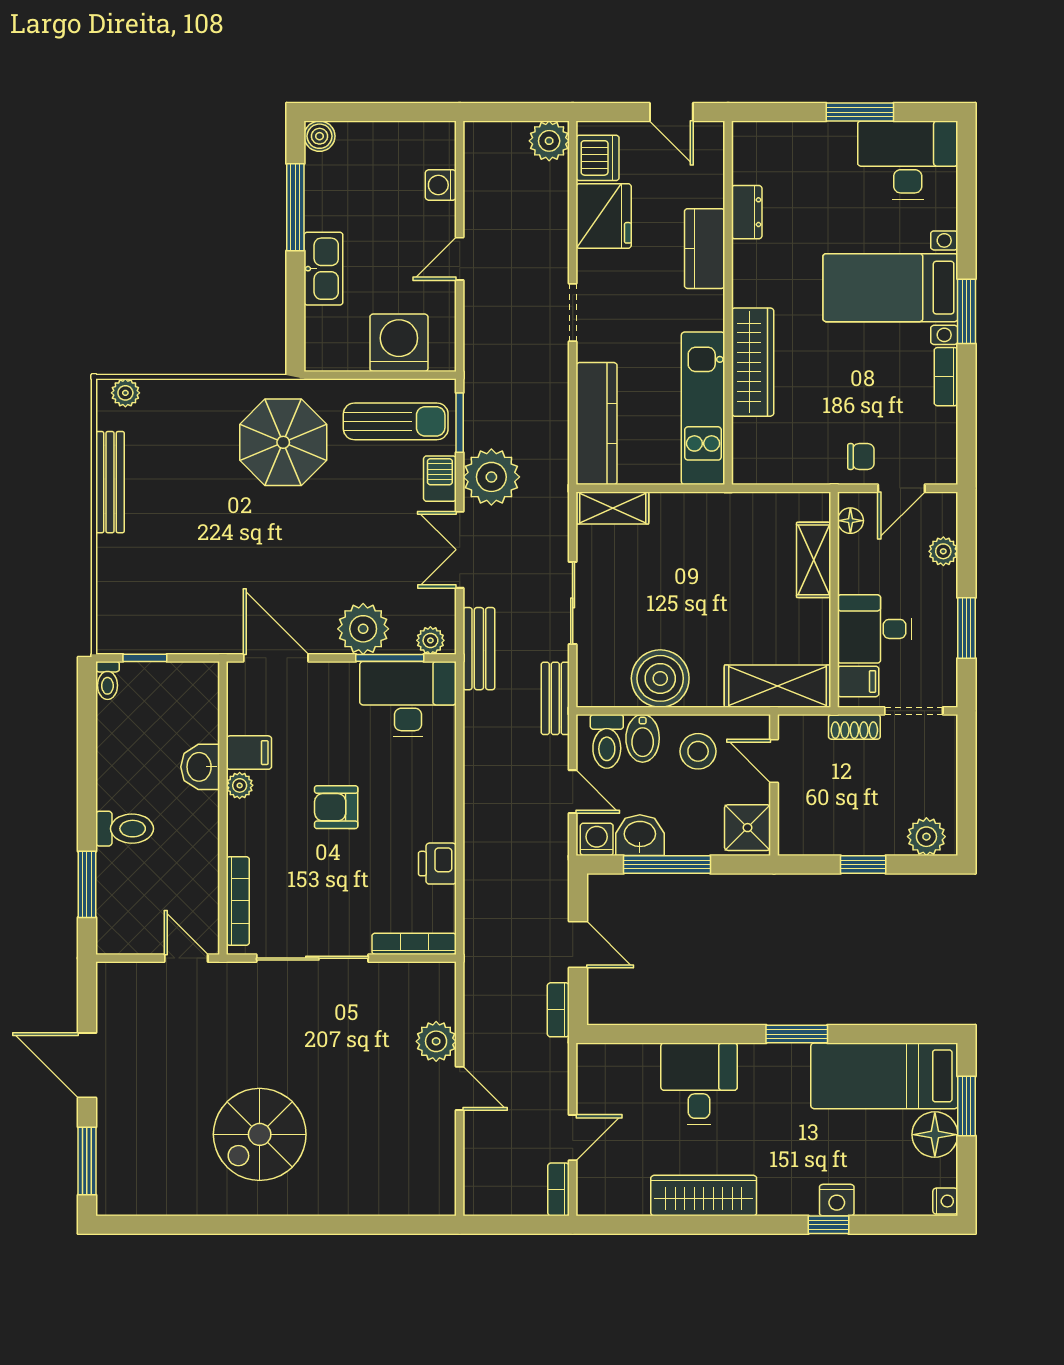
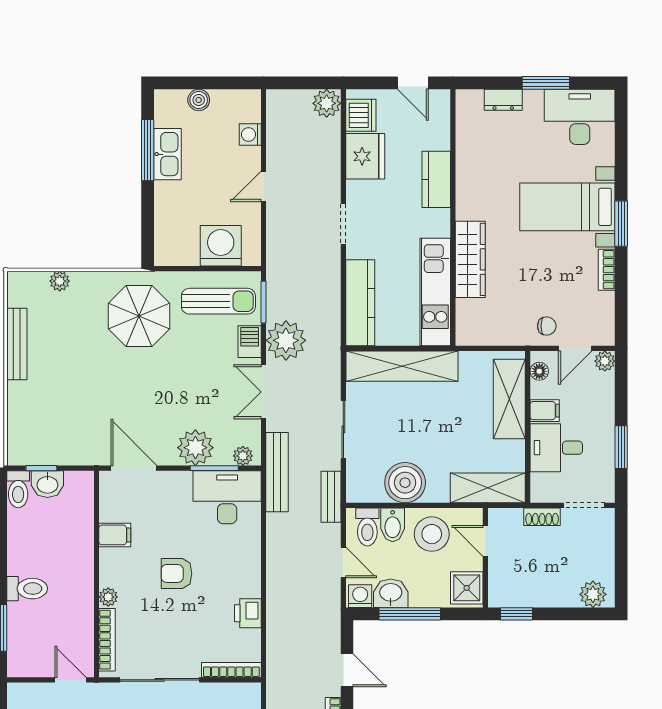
boiler: (319, 136) -> (199, 100), moved
dresser: (747, 212) -> (503, 100), moved, turned 90
kitchen sink: (323, 269) -> (167, 154), moved
plant: (125, 393) -> (60, 281), moved
shelving: (613, 508) -> (402, 366), width x2.20, depth x1.33
plant: (943, 551) -> (605, 361), moved
shelving: (814, 560) -> (509, 399), width x1.50, depth x1.33
bench: (479, 649) -> (277, 472), width x1.36
toilet: (107, 680) -> (18, 489), width x1.37, depth x1.39
filing cabinet: (858, 681) -> (545, 411), moved
stool: (698, 751) -> (432, 534), width x1.38, depth x1.38
washbasin: (200, 767) -> (47, 484), moved, turned -90
plant: (240, 785) -> (108, 597), moved
window: (863, 864) -> (517, 614), moved

